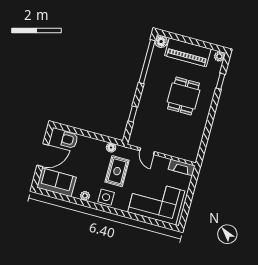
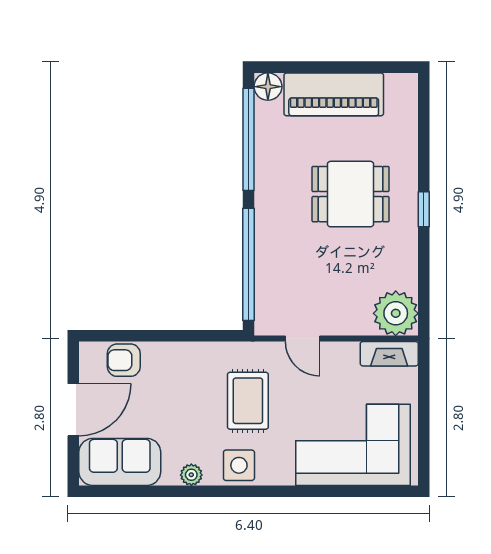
plant: (219, 56) -> (396, 313), moved, width x1.88, depth x1.88
window: (221, 81) -> (424, 209), moved
dining table: (184, 96) -> (351, 194), turned 90
window: (133, 114) -> (249, 264), width x3.17
floor lamp: (111, 148) -> (220, 352), removed

